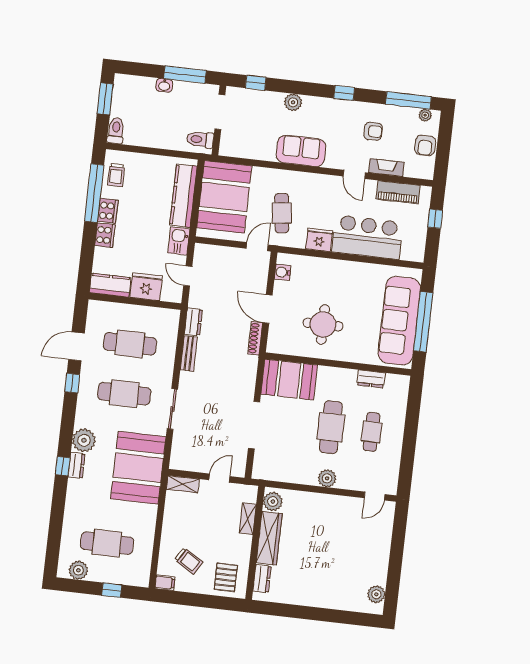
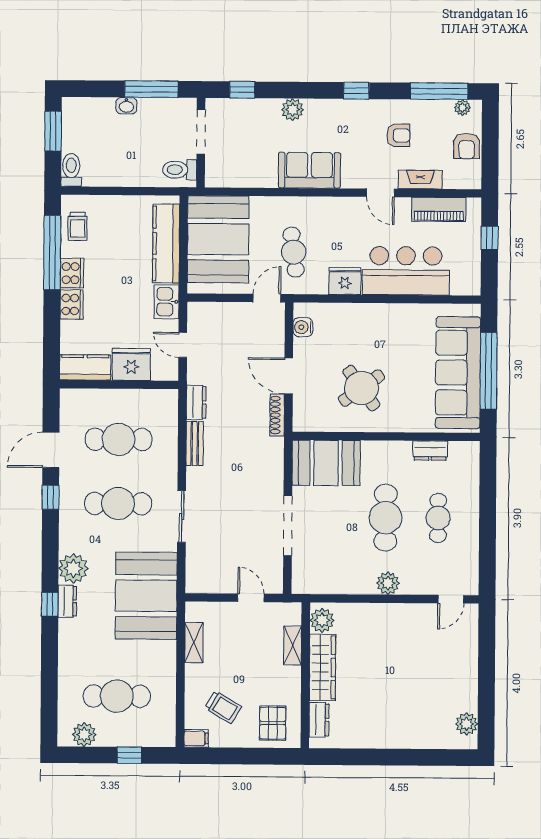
round table: (323, 325) -> (361, 388), turned -36
door: (219, 478) -> (251, 598), hinge flipped
shelving: (183, 484) -> (194, 643), moved, turned 90

